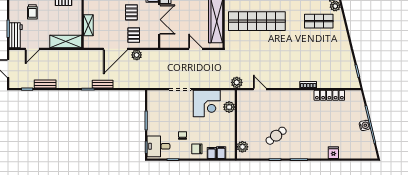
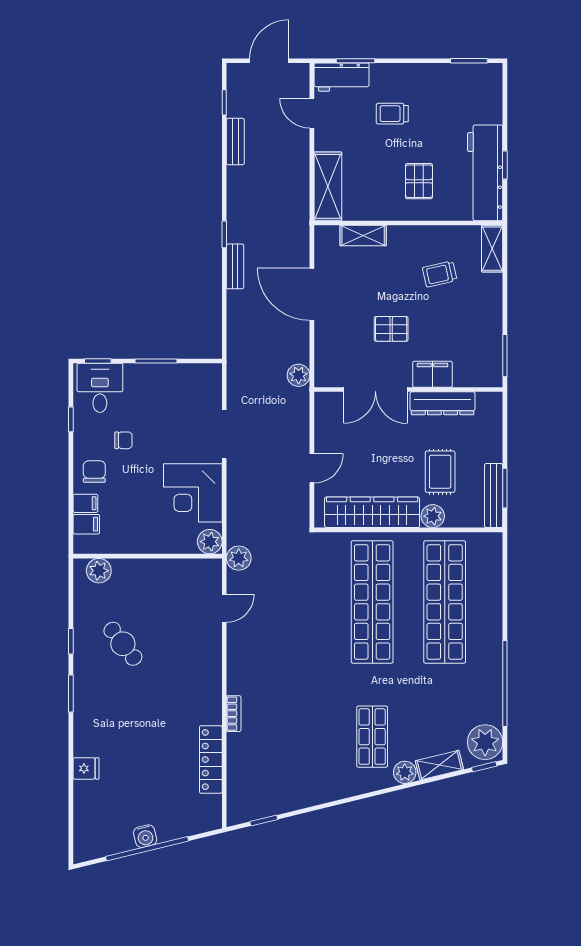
pallet: (134, 35) -> (342, 334), removed
plant: (137, 55) -> (299, 375), moved
plant: (229, 107) -> (210, 542), moved

